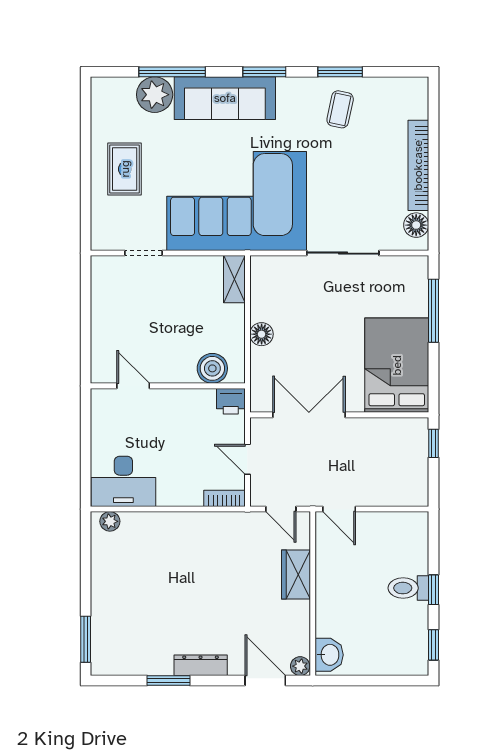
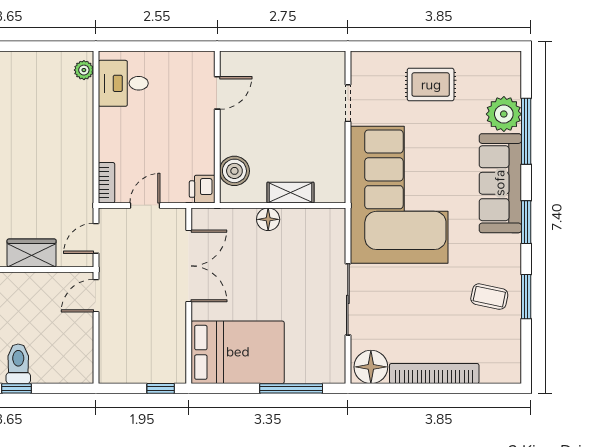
floor lamp: (416, 225) -> (371, 367), width x1.38, depth x1.38
shelving: (234, 279) -> (290, 193), moved
desk: (123, 481) -> (123, 83), width x0.73

